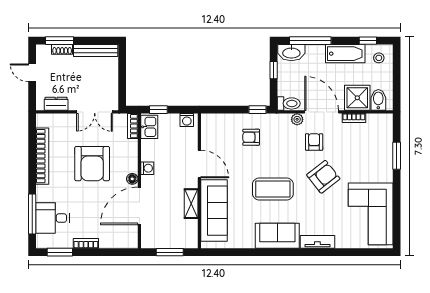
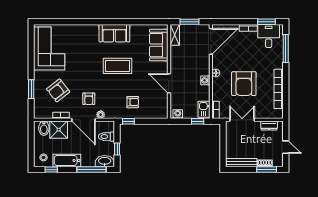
toilet: (289, 103) -> (107, 137), moved
armchair: (92, 164) -> (244, 84), turned 180
armchair: (323, 177) -> (58, 90), moved
shelving: (191, 204) -> (175, 35), moved
door: (139, 206) -> (211, 41), moved
sofa: (214, 211) -> (159, 45), width x0.73
desk: (52, 218) -> (269, 36), moved, turned -90
tv unit: (317, 242) -> (86, 29), removed

